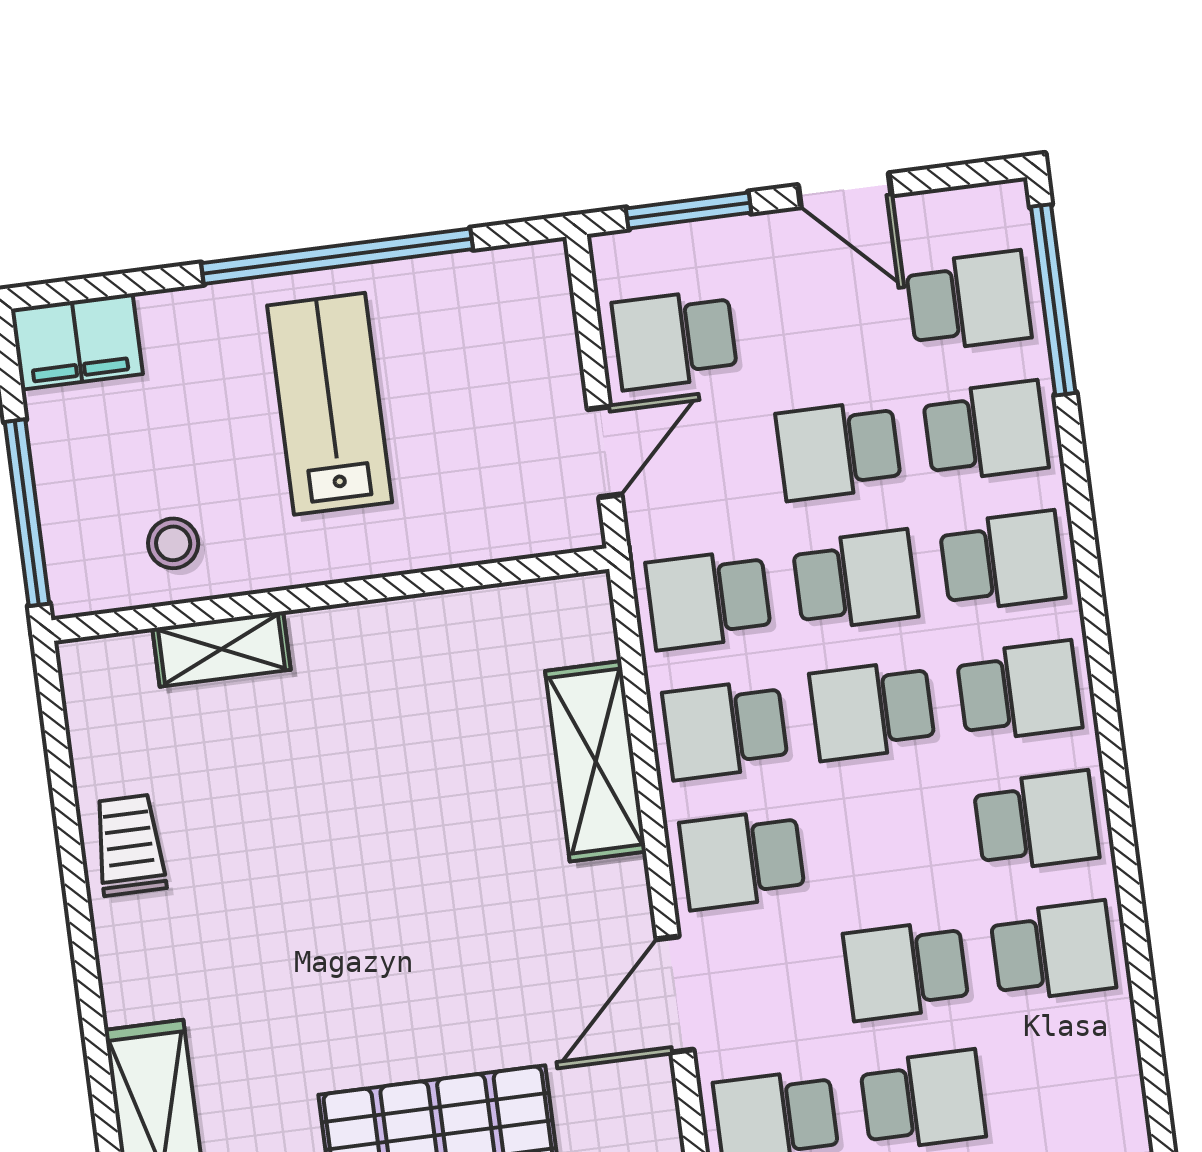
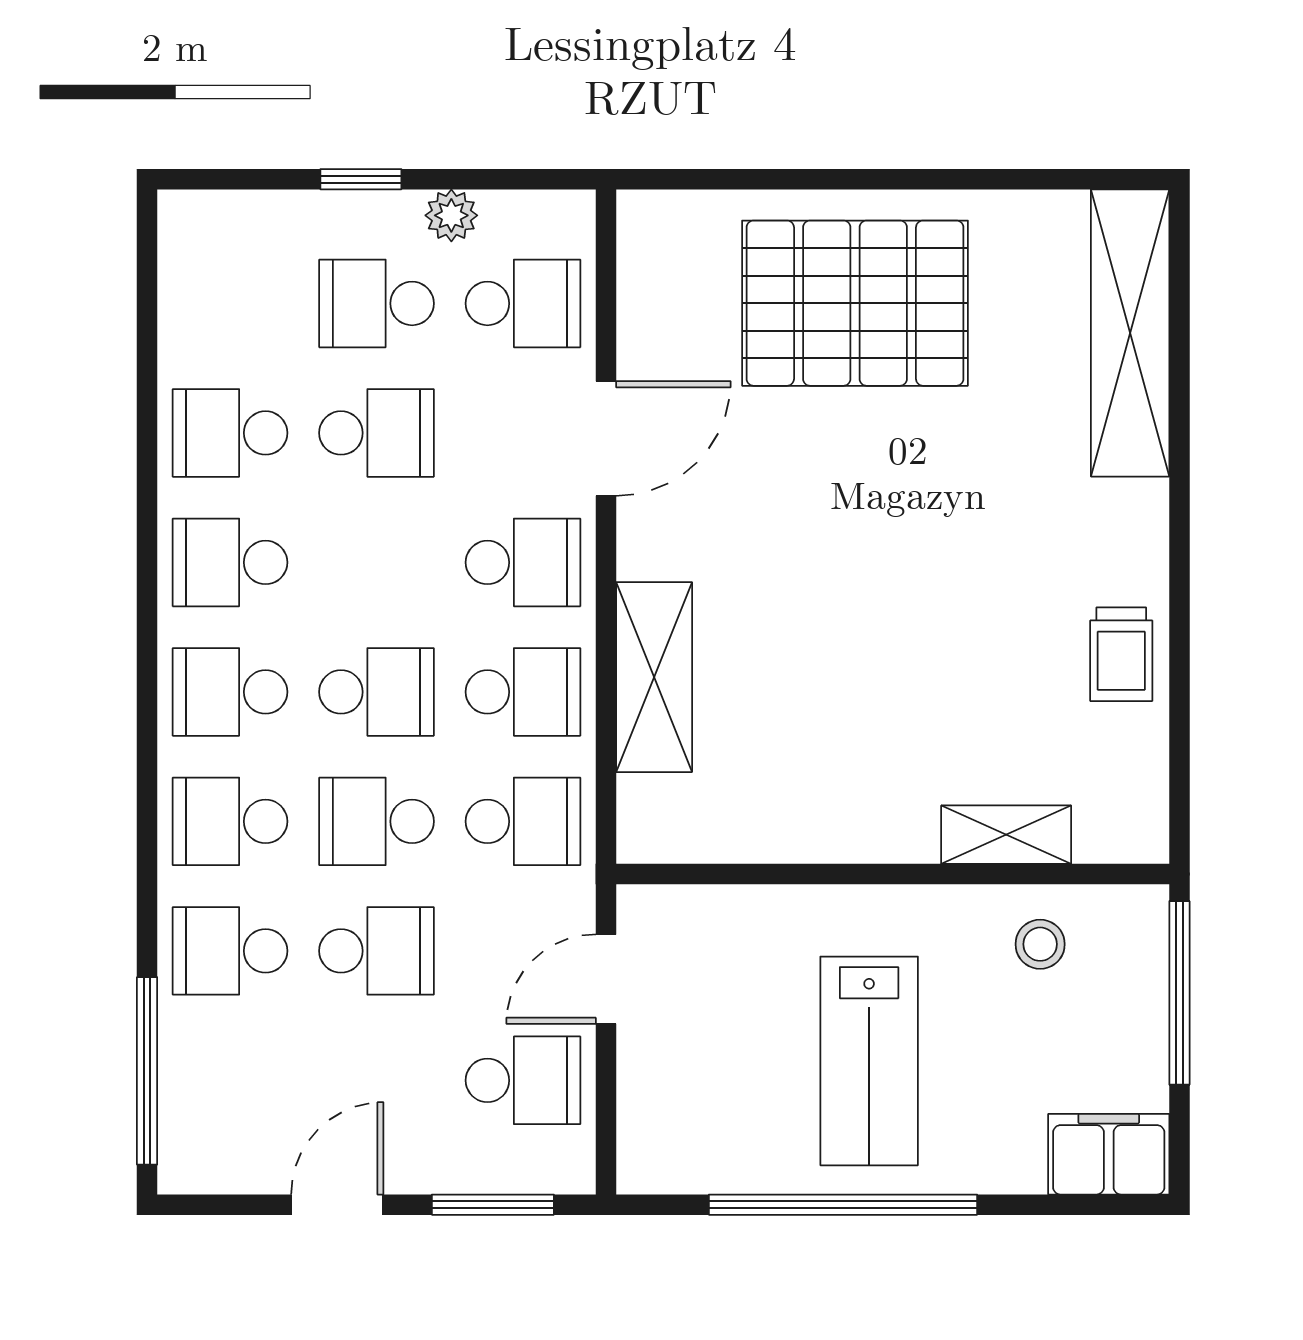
door: (845, 190) -> (337, 1205), hinge flipped
school desk: (969, 301) -> (230, 1080), removed

